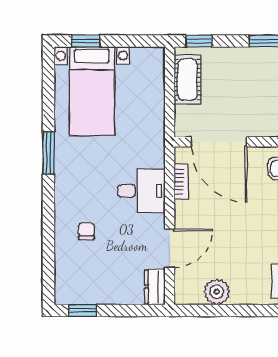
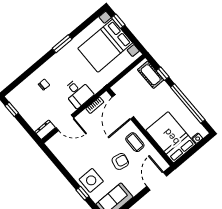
window: (199, 41) -> (163, 74), moved
cot: (187, 80) -> (151, 75), moved, turned 90
bed with nightstands: (92, 91) -> (105, 46), width x1.36
plant: (217, 292) -> (63, 156), removed

